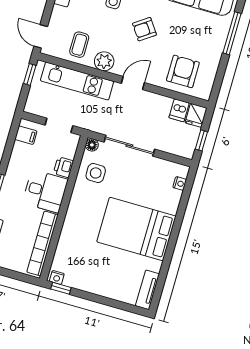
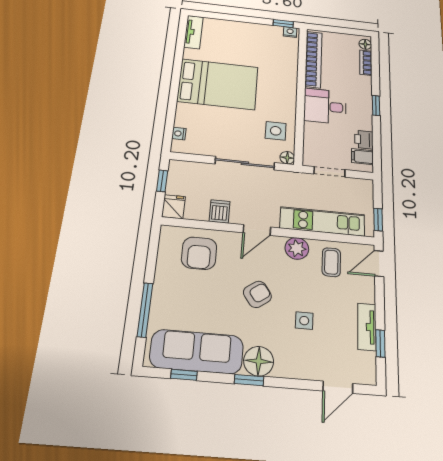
door: (41, 36) -> (379, 264), swing flipped
dishwasher: (179, 110) -> (220, 211), moved
printer: (63, 167) -> (364, 140), moved, turned 180

